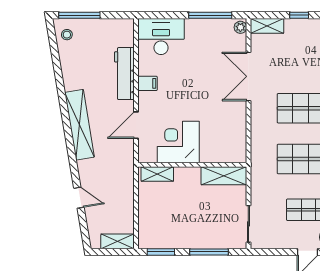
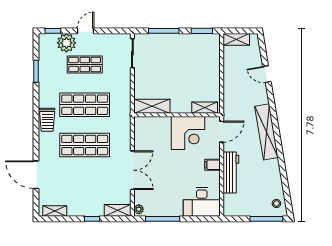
corner desk: (178, 142) -> (188, 133), moved
wall: (192, 165) -> (177, 115), moved
shelving: (157, 174) -> (205, 108), moved
shelving: (224, 176) -> (152, 106), moved

